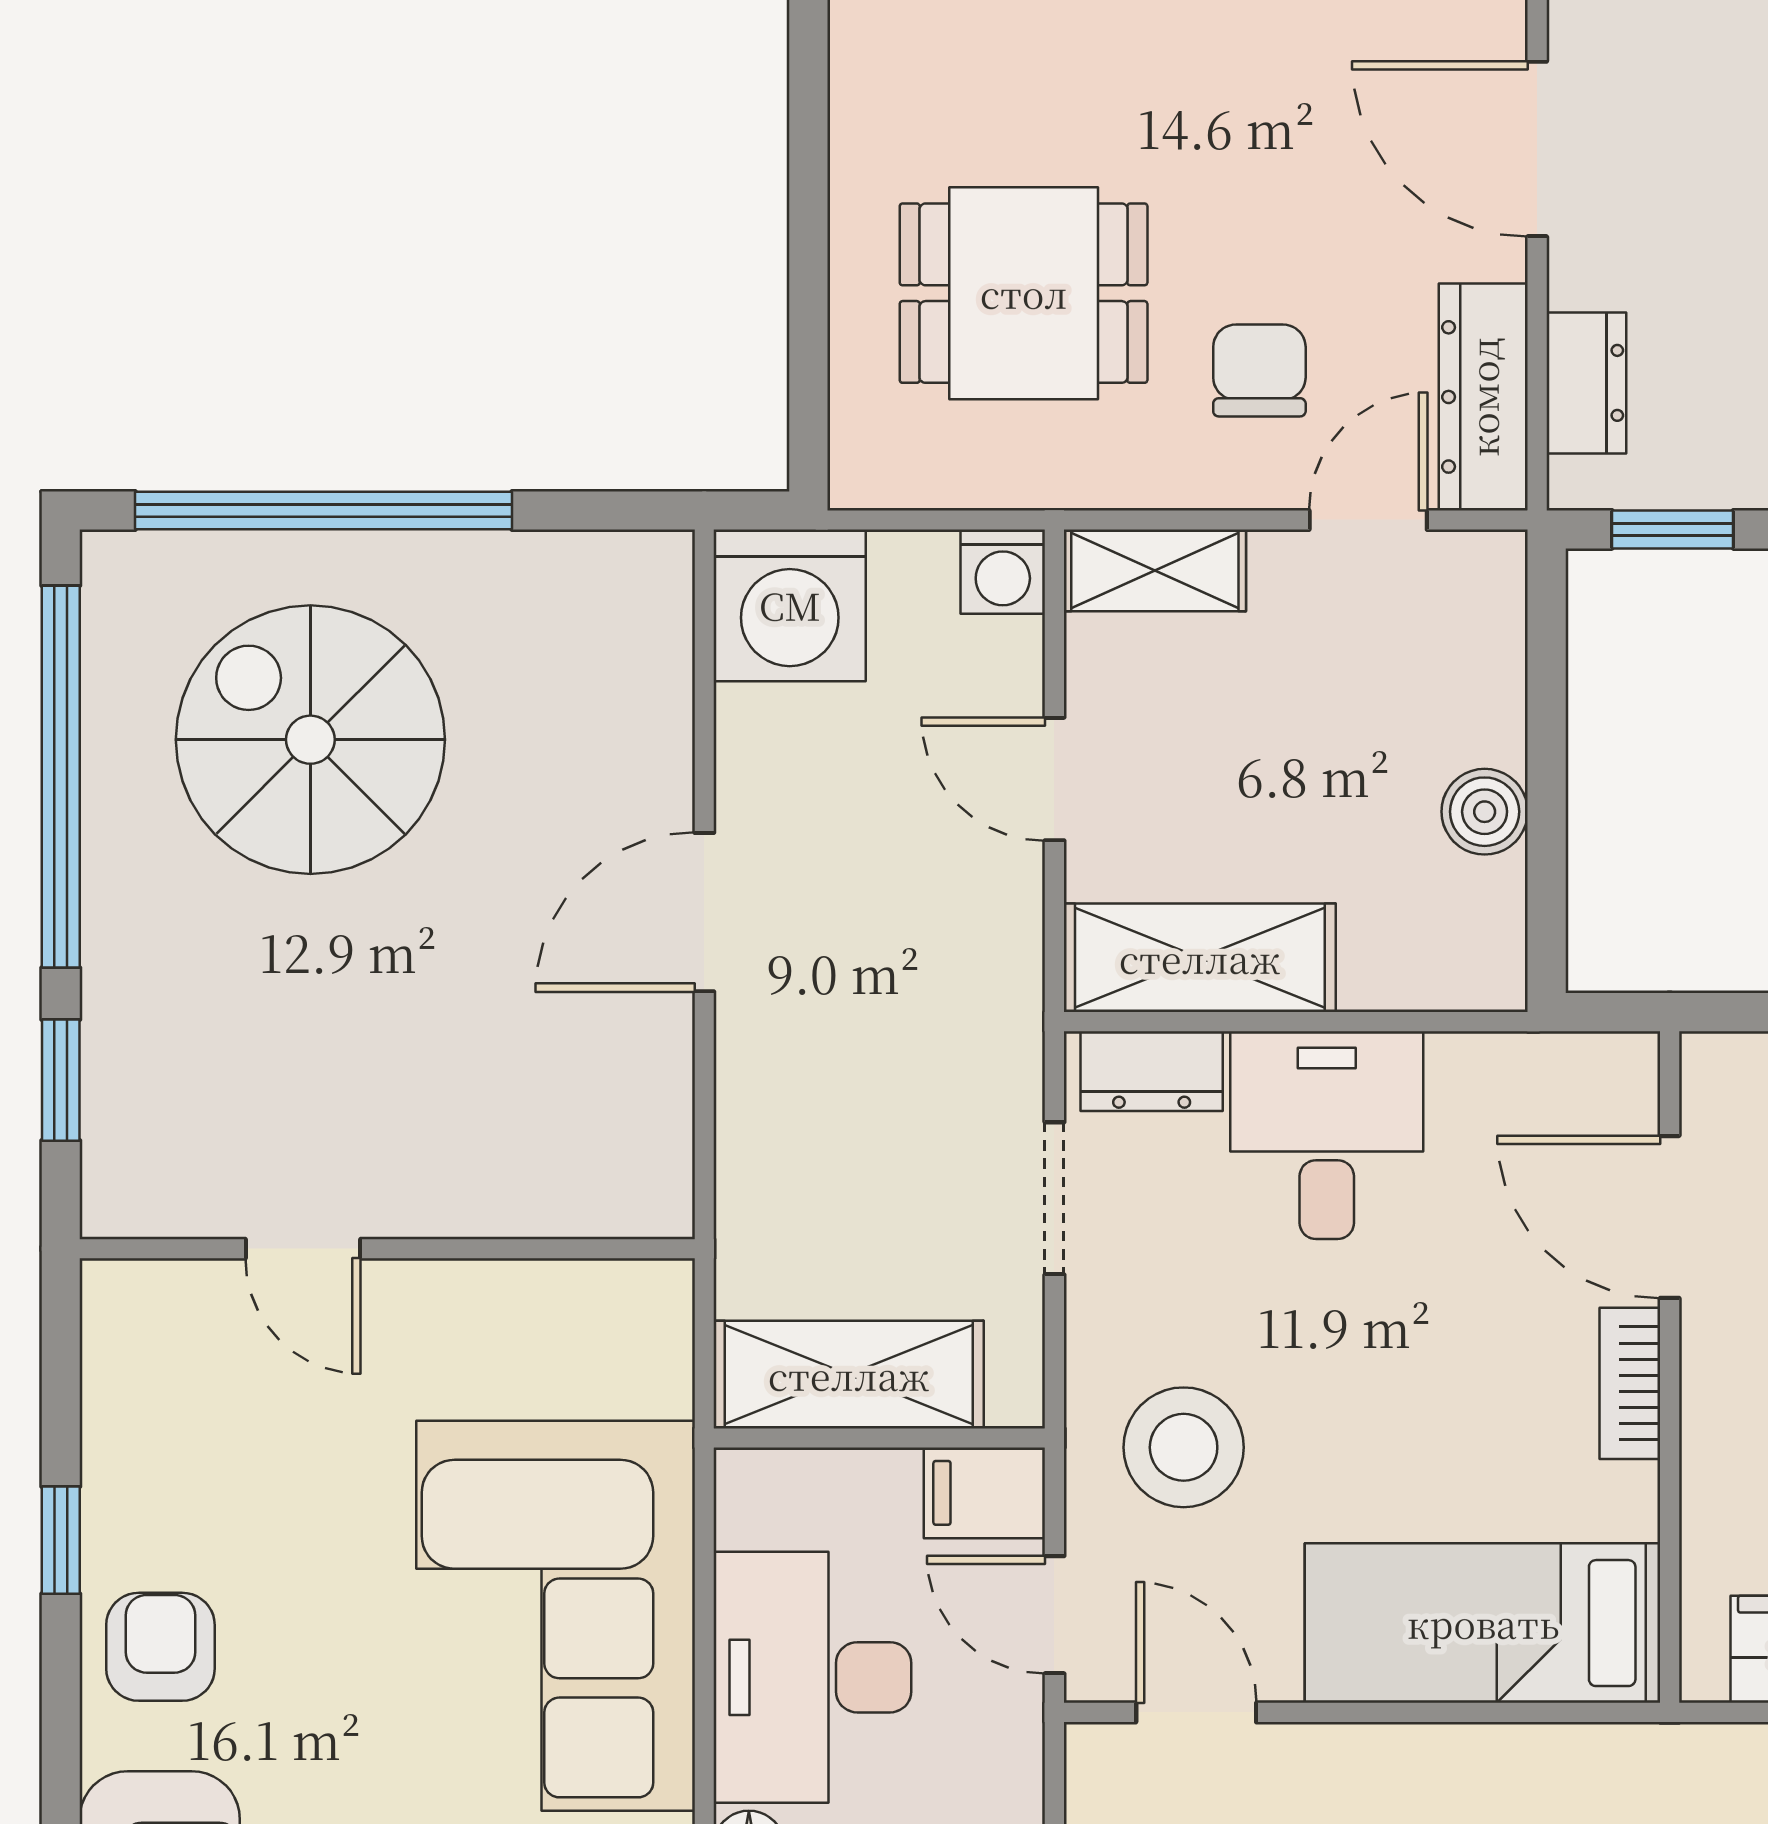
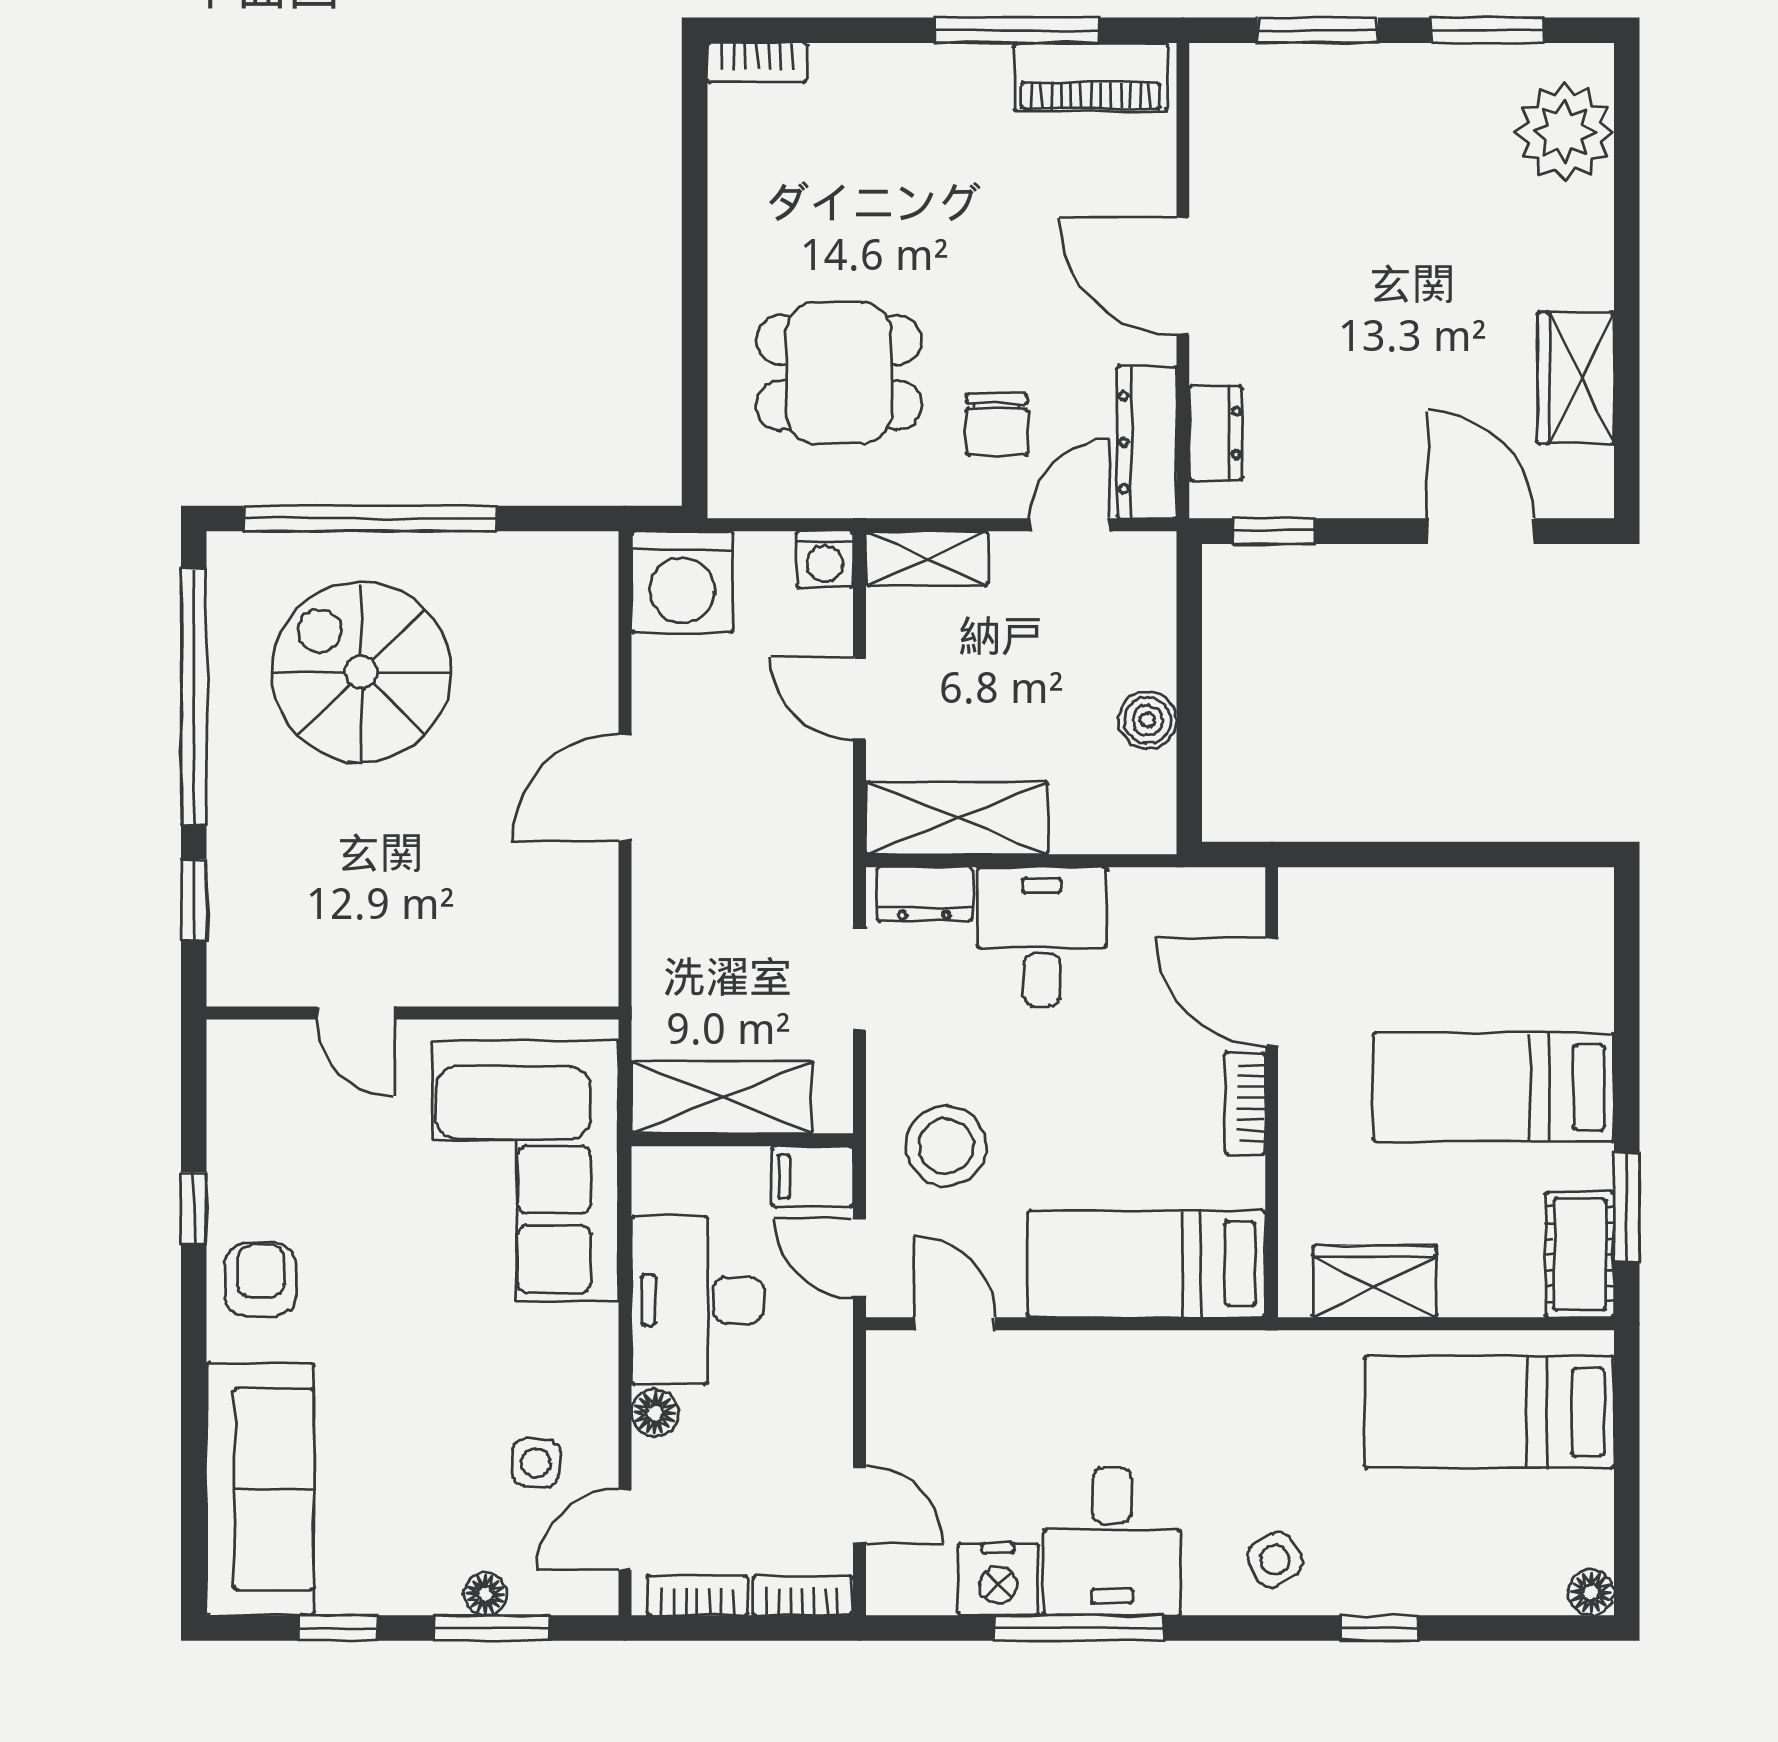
chair: (1259, 370) -> (997, 425), turned 180
corner sofa: (556, 1616) -> (525, 1171), moved

